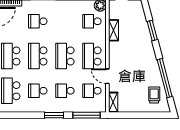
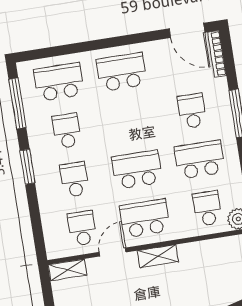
shelving: (113, 30) -> (158, 256), moved
school desk: (38, 56) -> (200, 160), moved
window: (86, 115) -> (17, 103), moved

